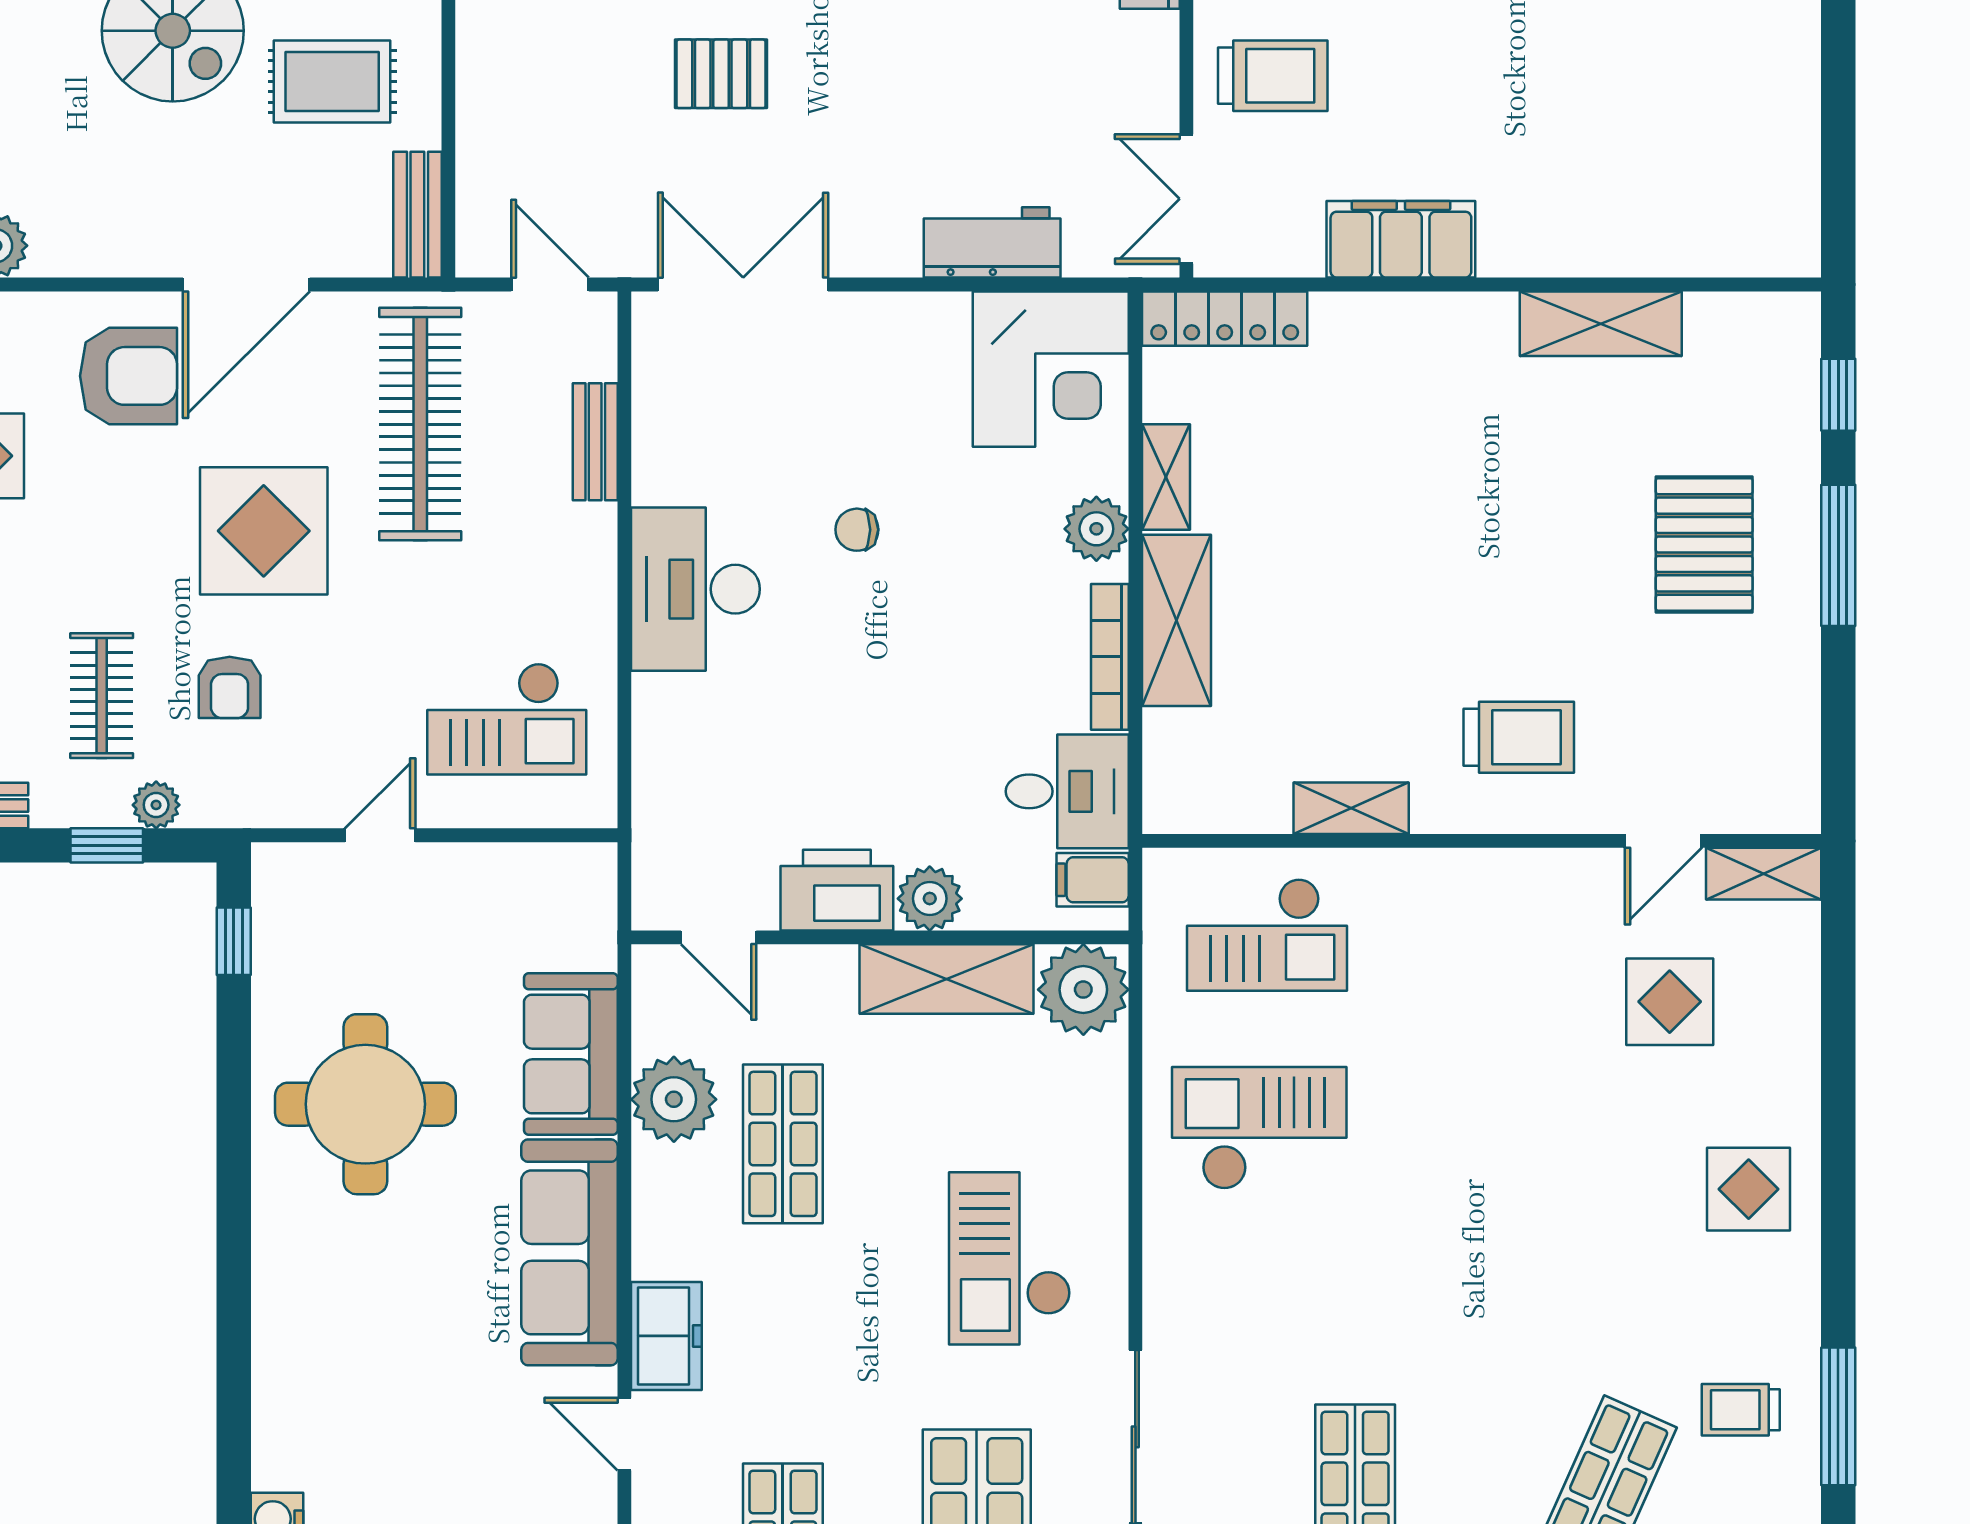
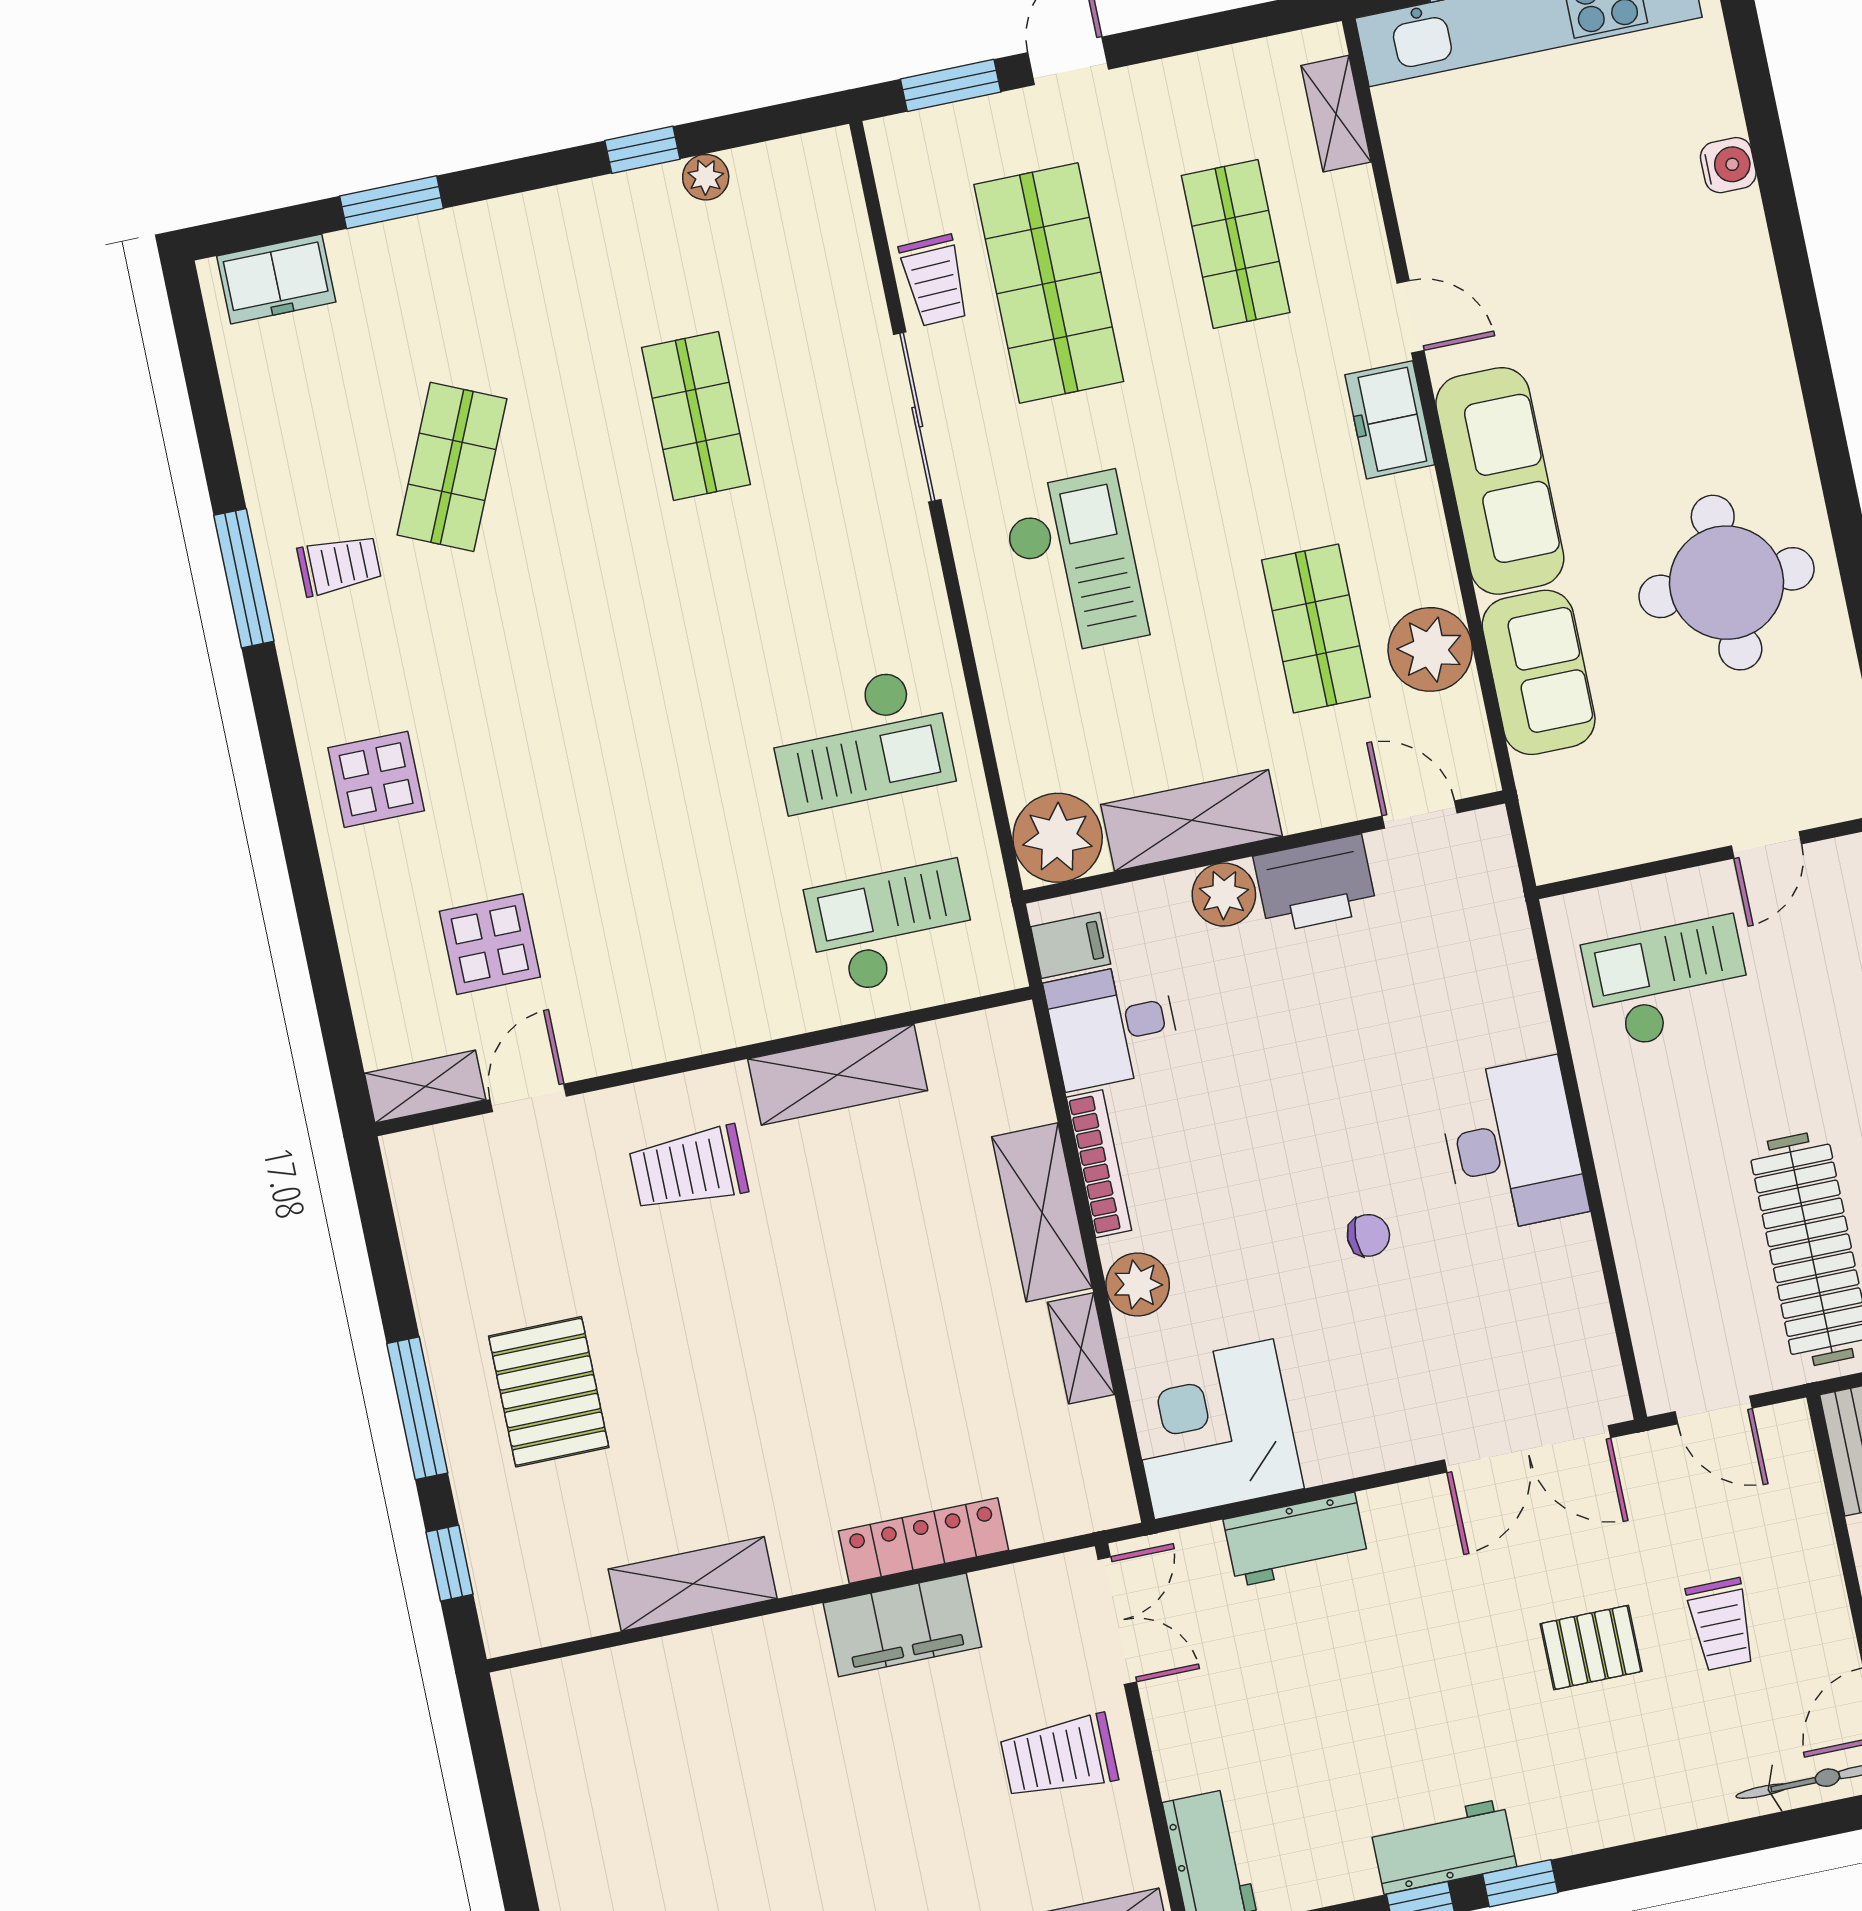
trolley: (587, 70) -> (1721, 1624), added
locker: (1225, 319) -> (923, 1541), moved
bench: (595, 442) -> (1638, 1267), removed
shelving: (1351, 808) -> (838, 1075), width x1.50, depth x1.33

